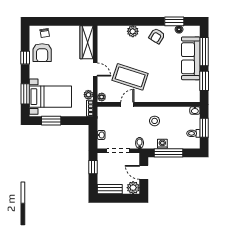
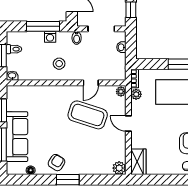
window: (174, 21) -> (68, 180), moved
plant: (133, 31) -> (119, 168), moved
wardrobe: (87, 42) -> (138, 162), width x0.67

